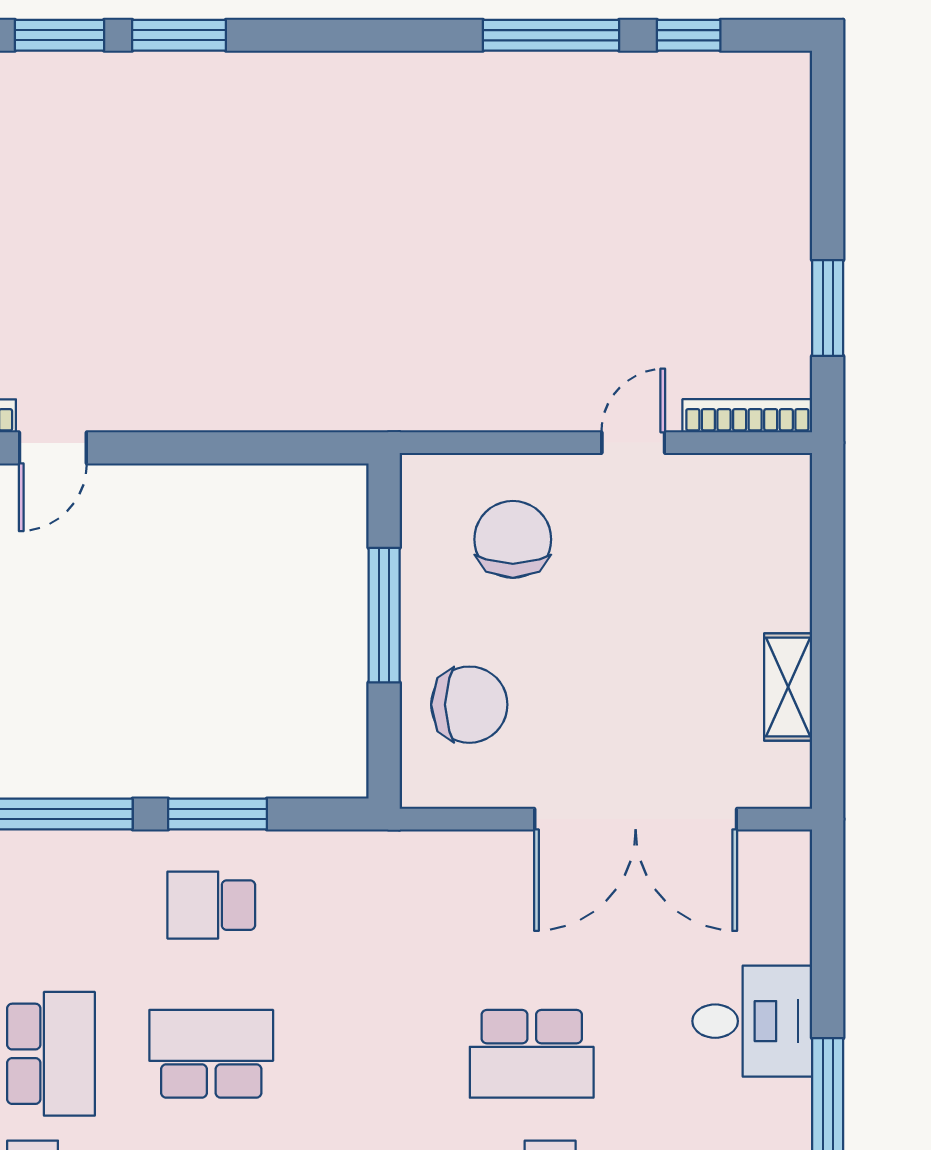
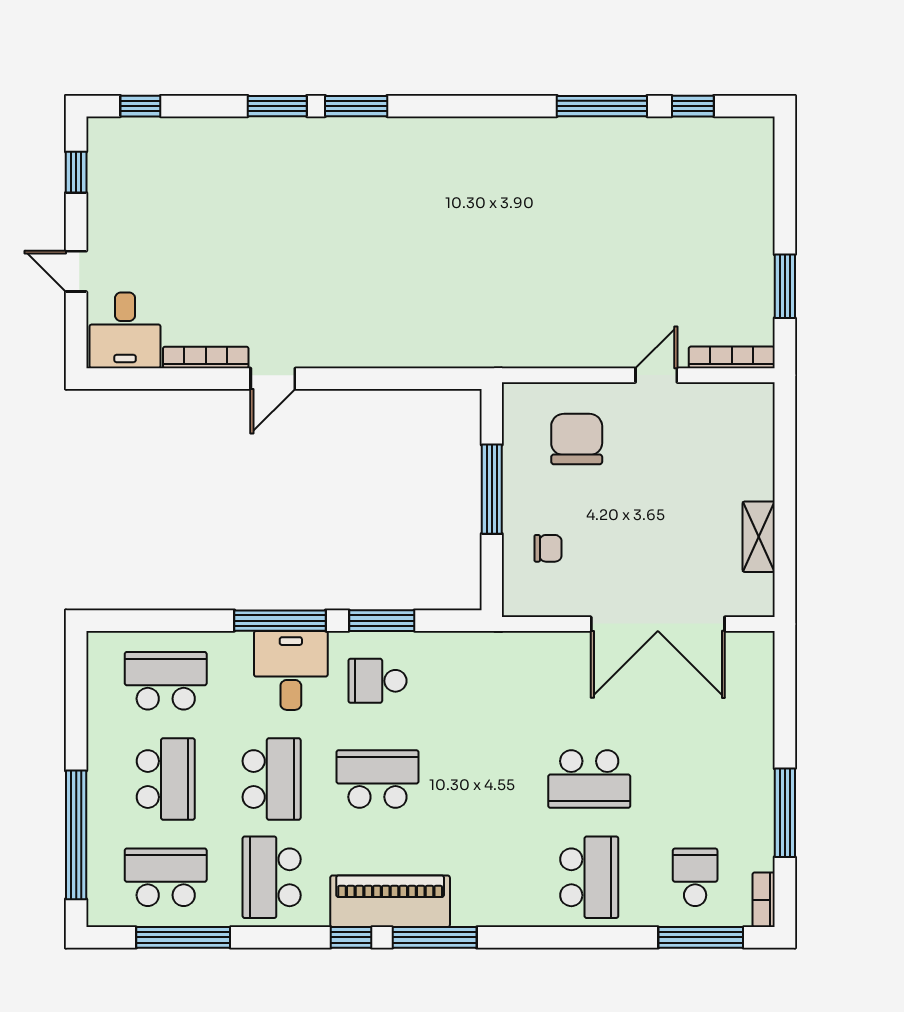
chair: (469, 705) -> (548, 548), width x0.54, depth x0.54
desk: (752, 1021) -> (291, 670), moved, turned -90

